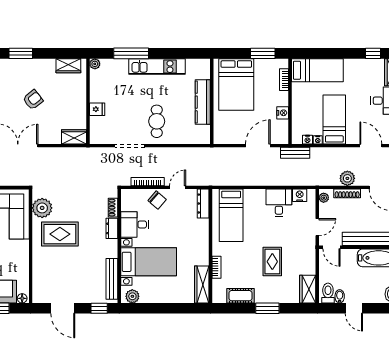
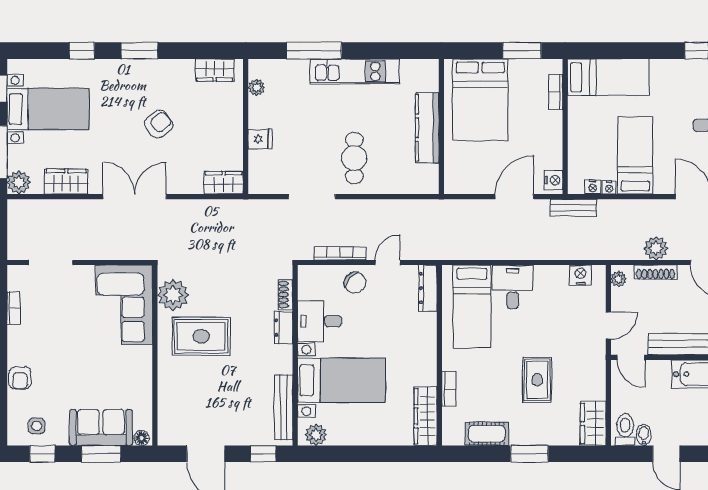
plant: (95, 64) -> (256, 88), moved
nightstand: (283, 113) -> (554, 180), moved
desk: (279, 203) -> (513, 287), moved

